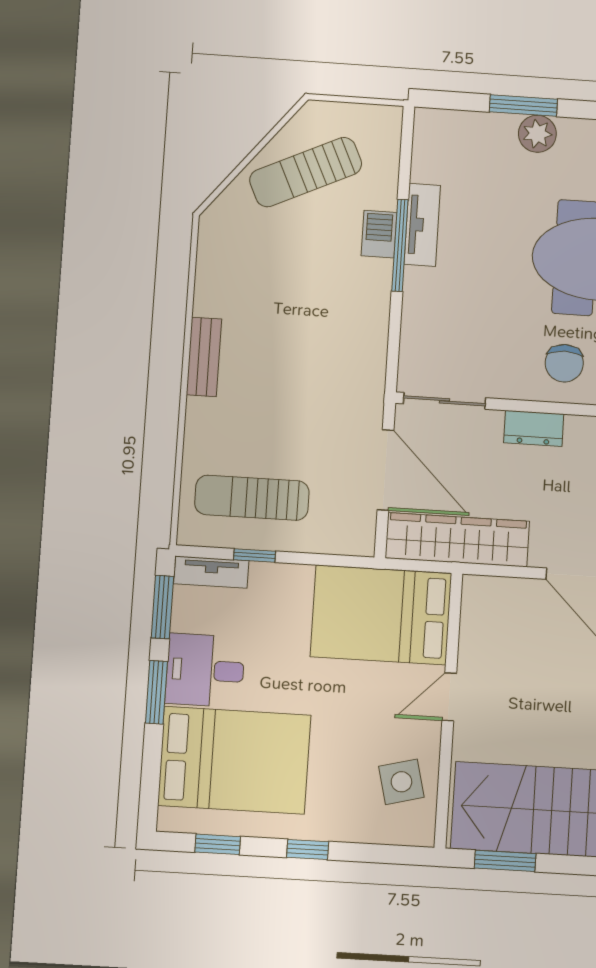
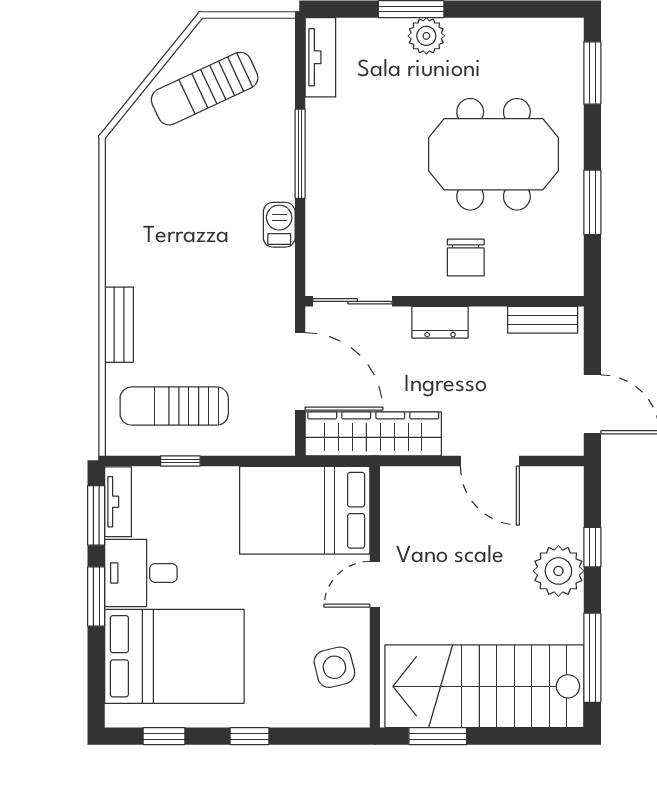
tv unit: (422, 225) -> (320, 57), moved
barbecue: (379, 234) -> (279, 225), moved
bench: (204, 357) -> (119, 325), moved
tv unit: (211, 572) -> (118, 502), moved, turned -90

